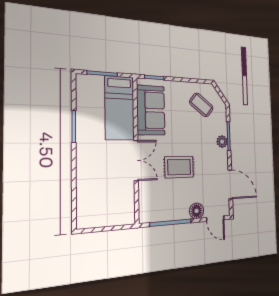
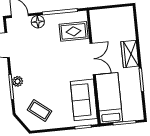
double door: (136, 160) -> (93, 59), swing flipped
wardrobe: (86, 163) -> (130, 54), added
rug: (179, 167) -> (74, 31), moved

